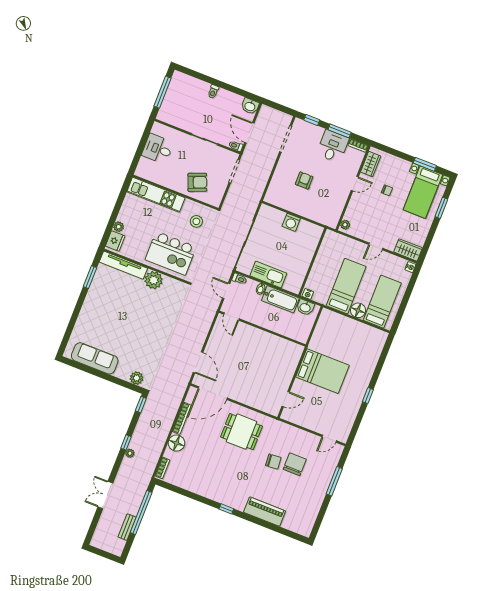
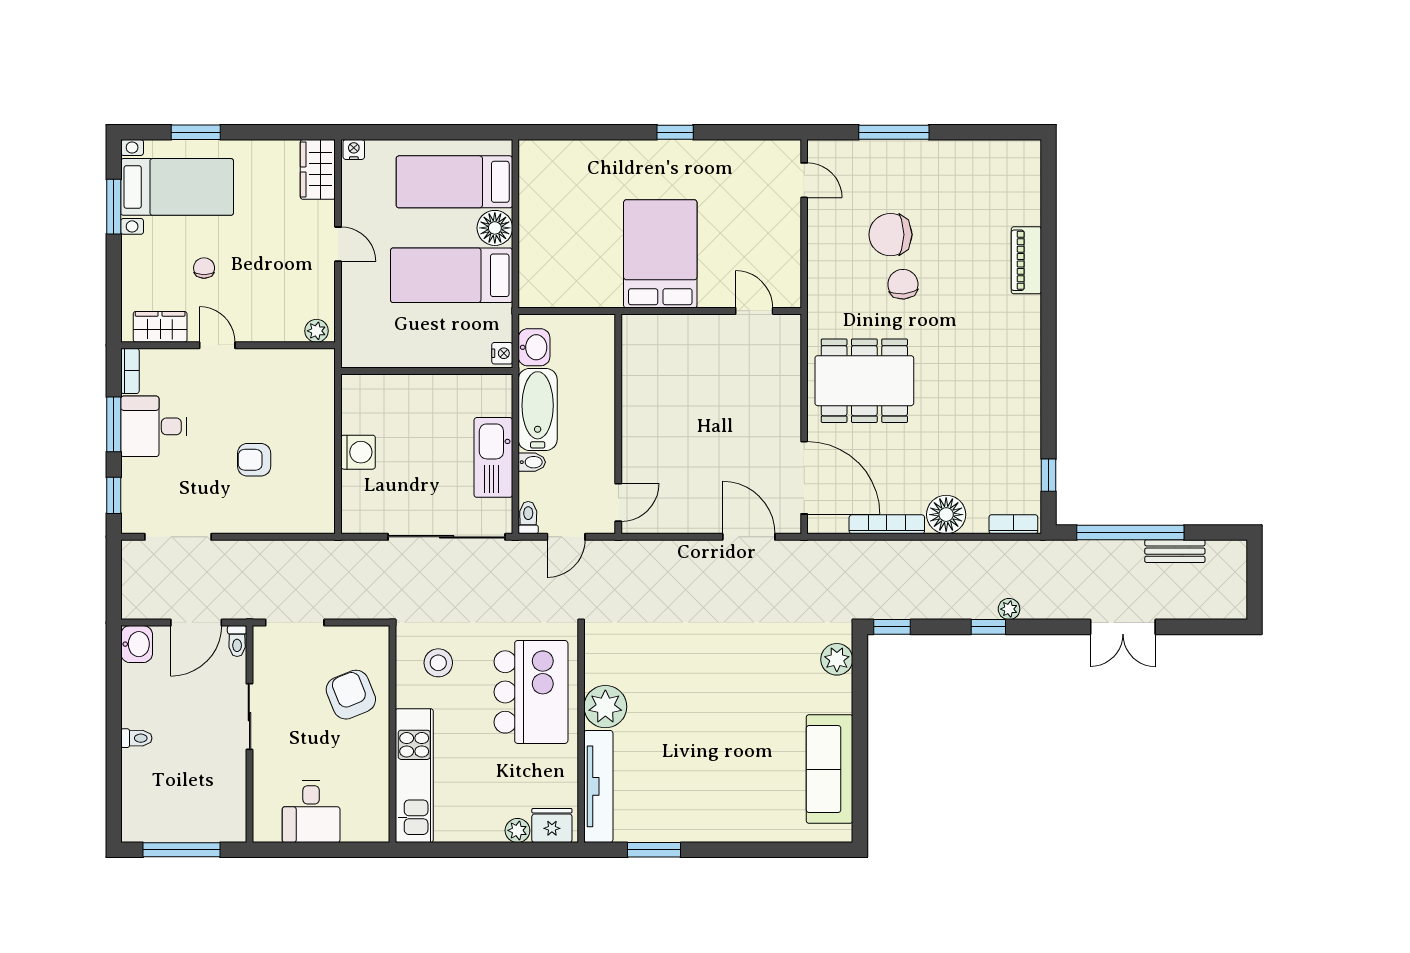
door: (198, 362) -> (749, 537), hinge flipped
dining table: (241, 432) -> (864, 381), width x1.38
window: (226, 509) -> (1049, 475), moved
piano: (265, 512) -> (1026, 260), width x0.73, depth x0.75

